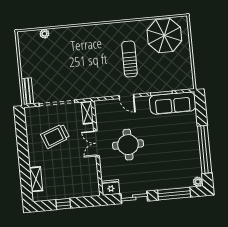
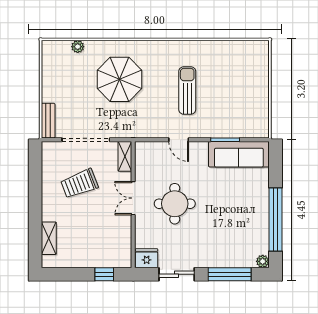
parasol: (164, 36) -> (120, 79), moved
window: (63, 204) -> (104, 274), moved

